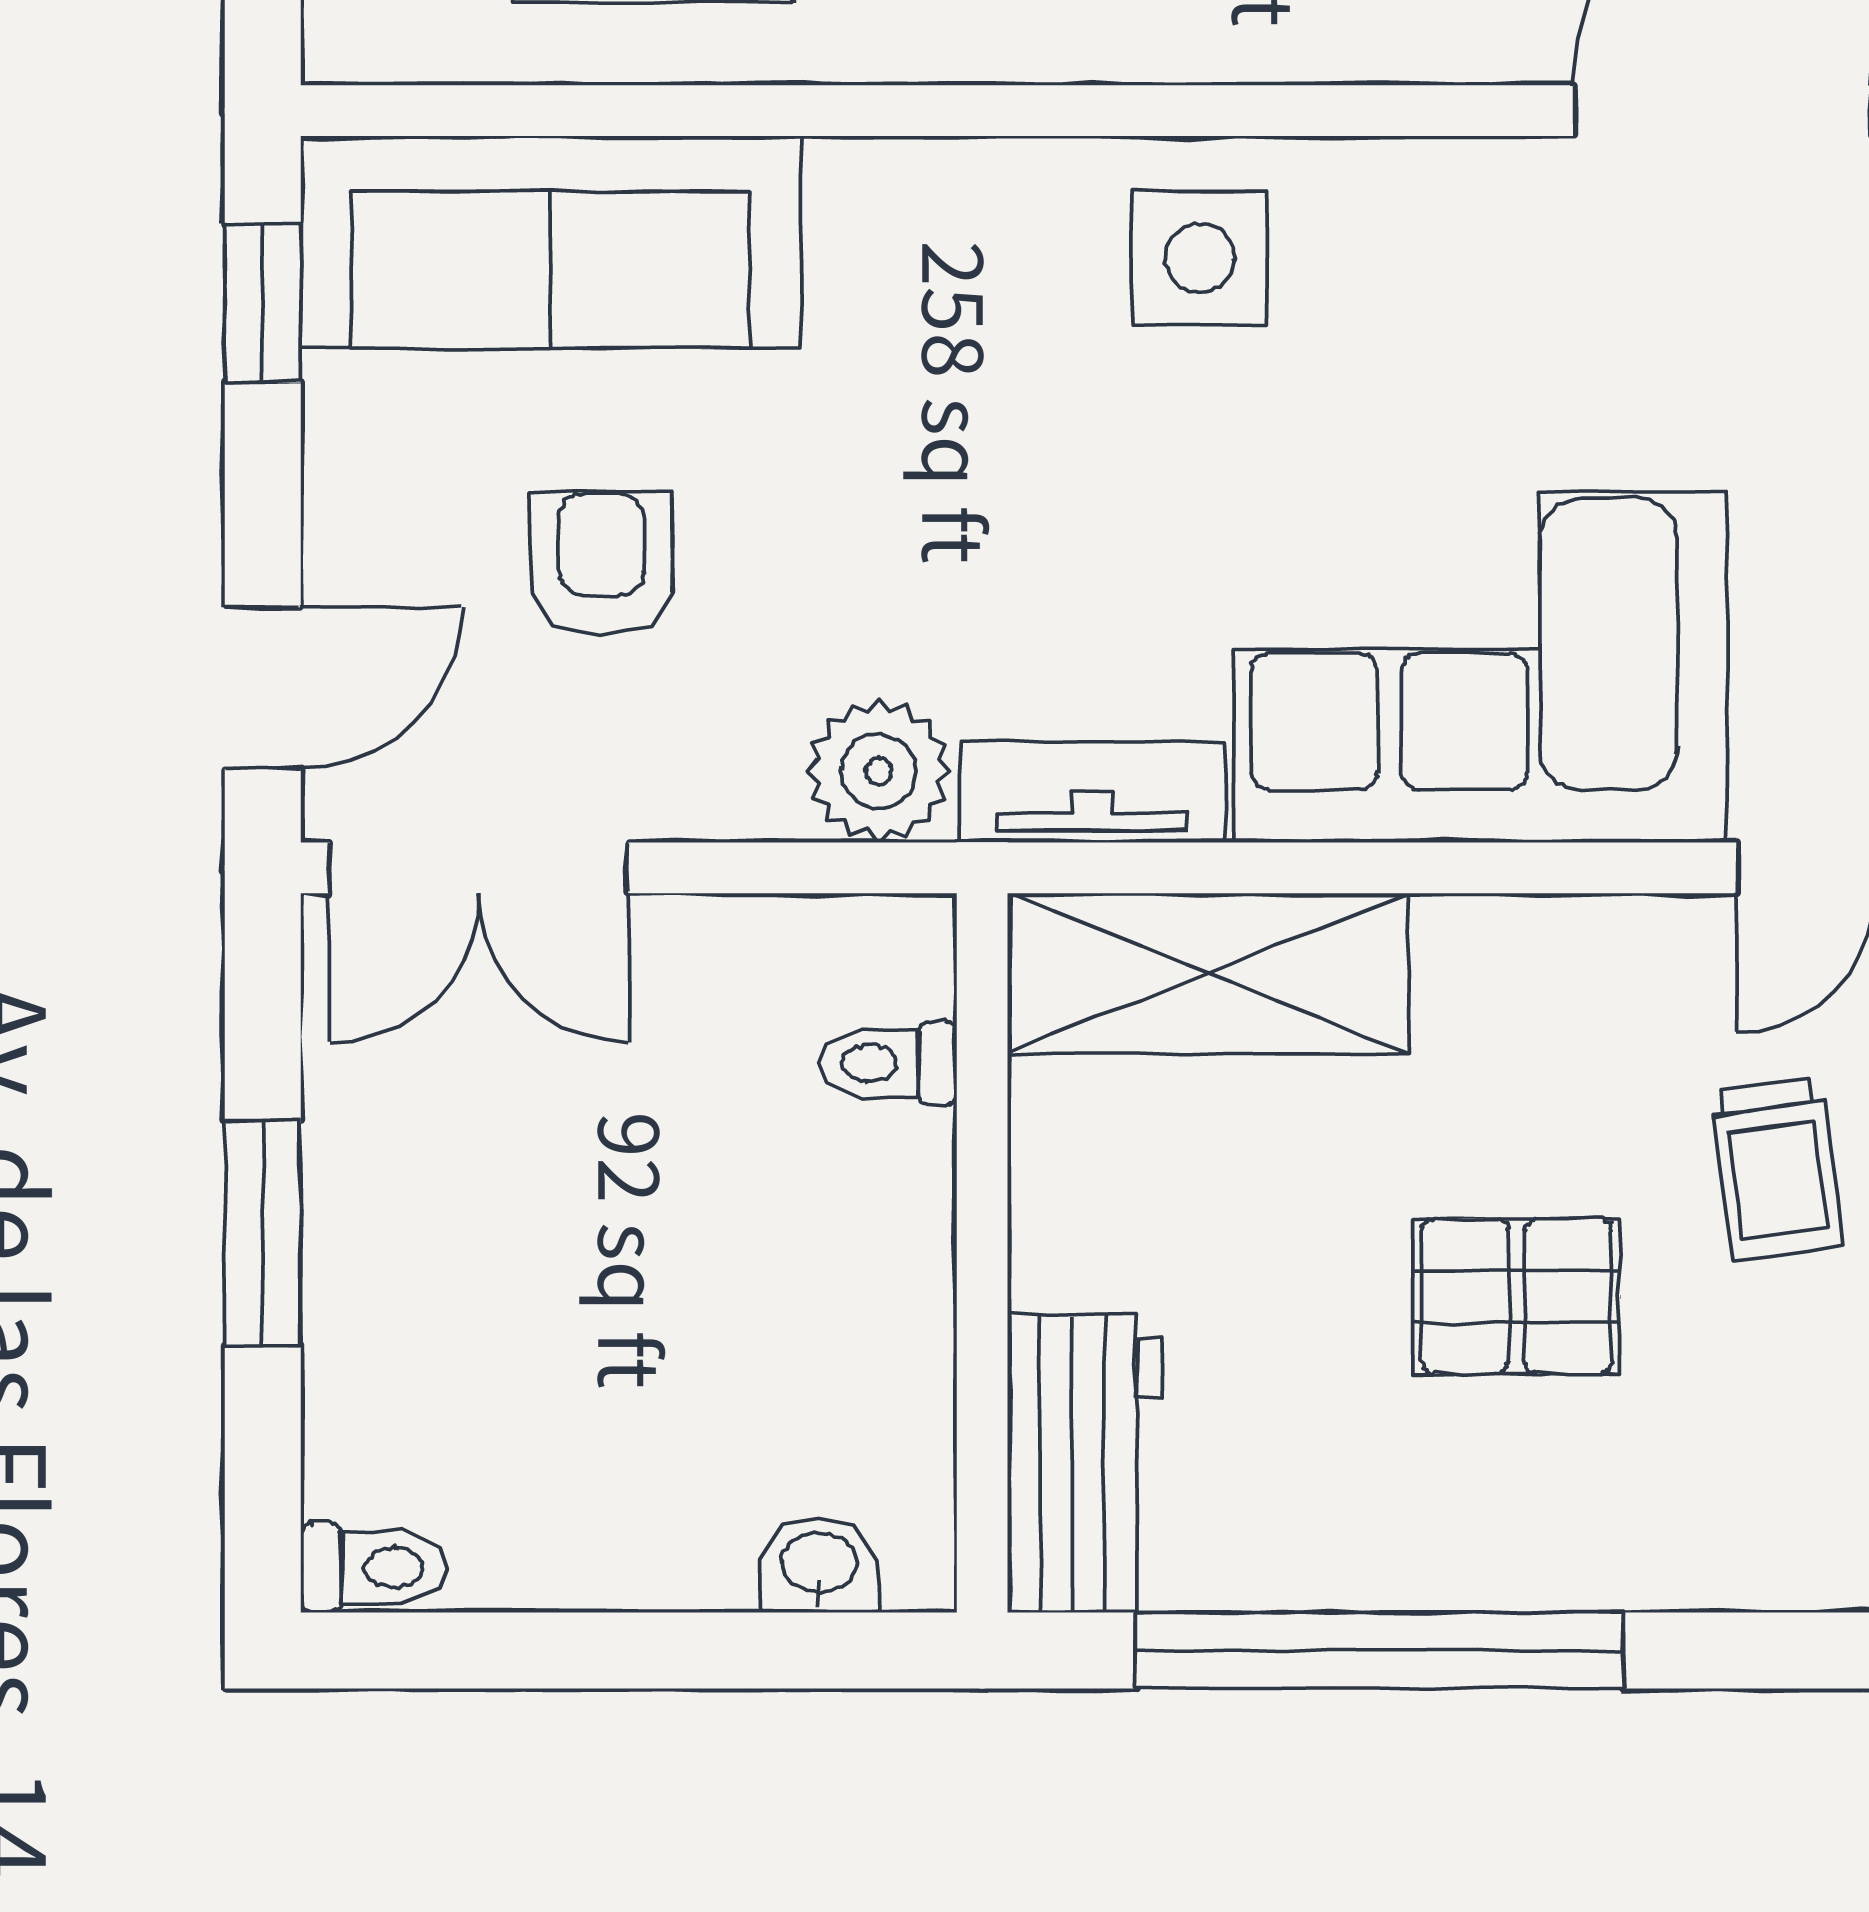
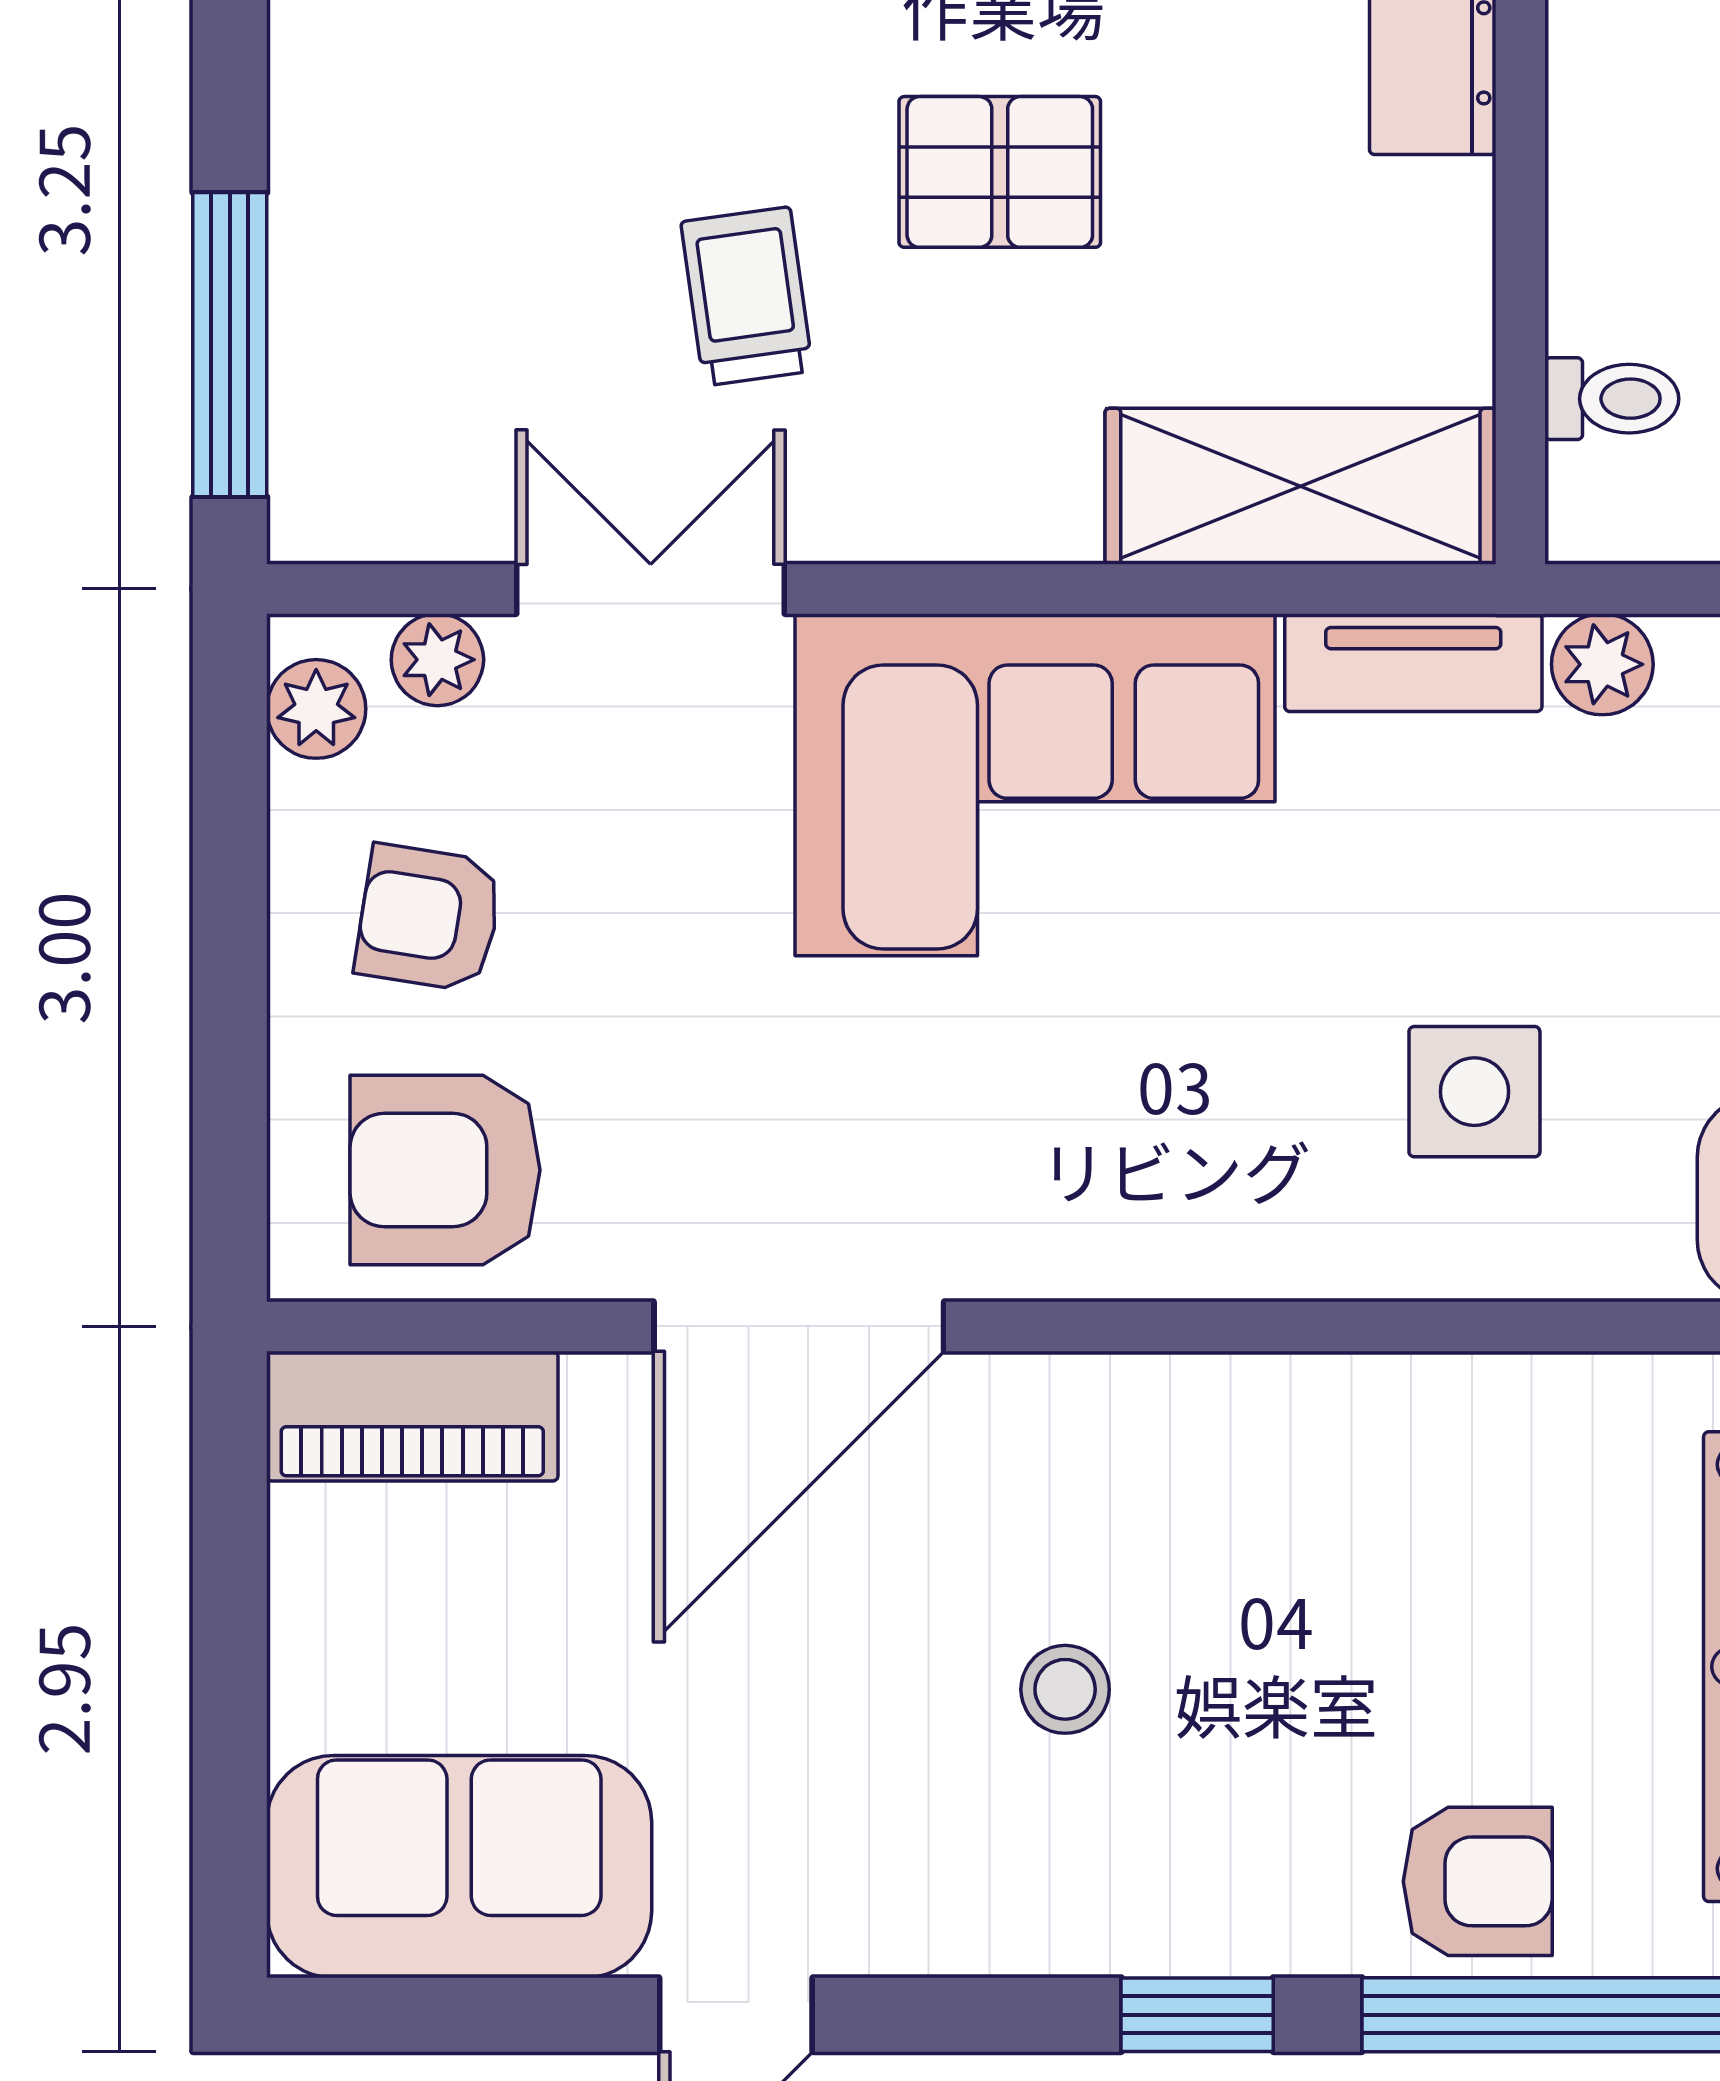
side table: (1200, 258) -> (1474, 1092), moved
plant: (878, 771) -> (1602, 664), width x0.73, depth x0.73

